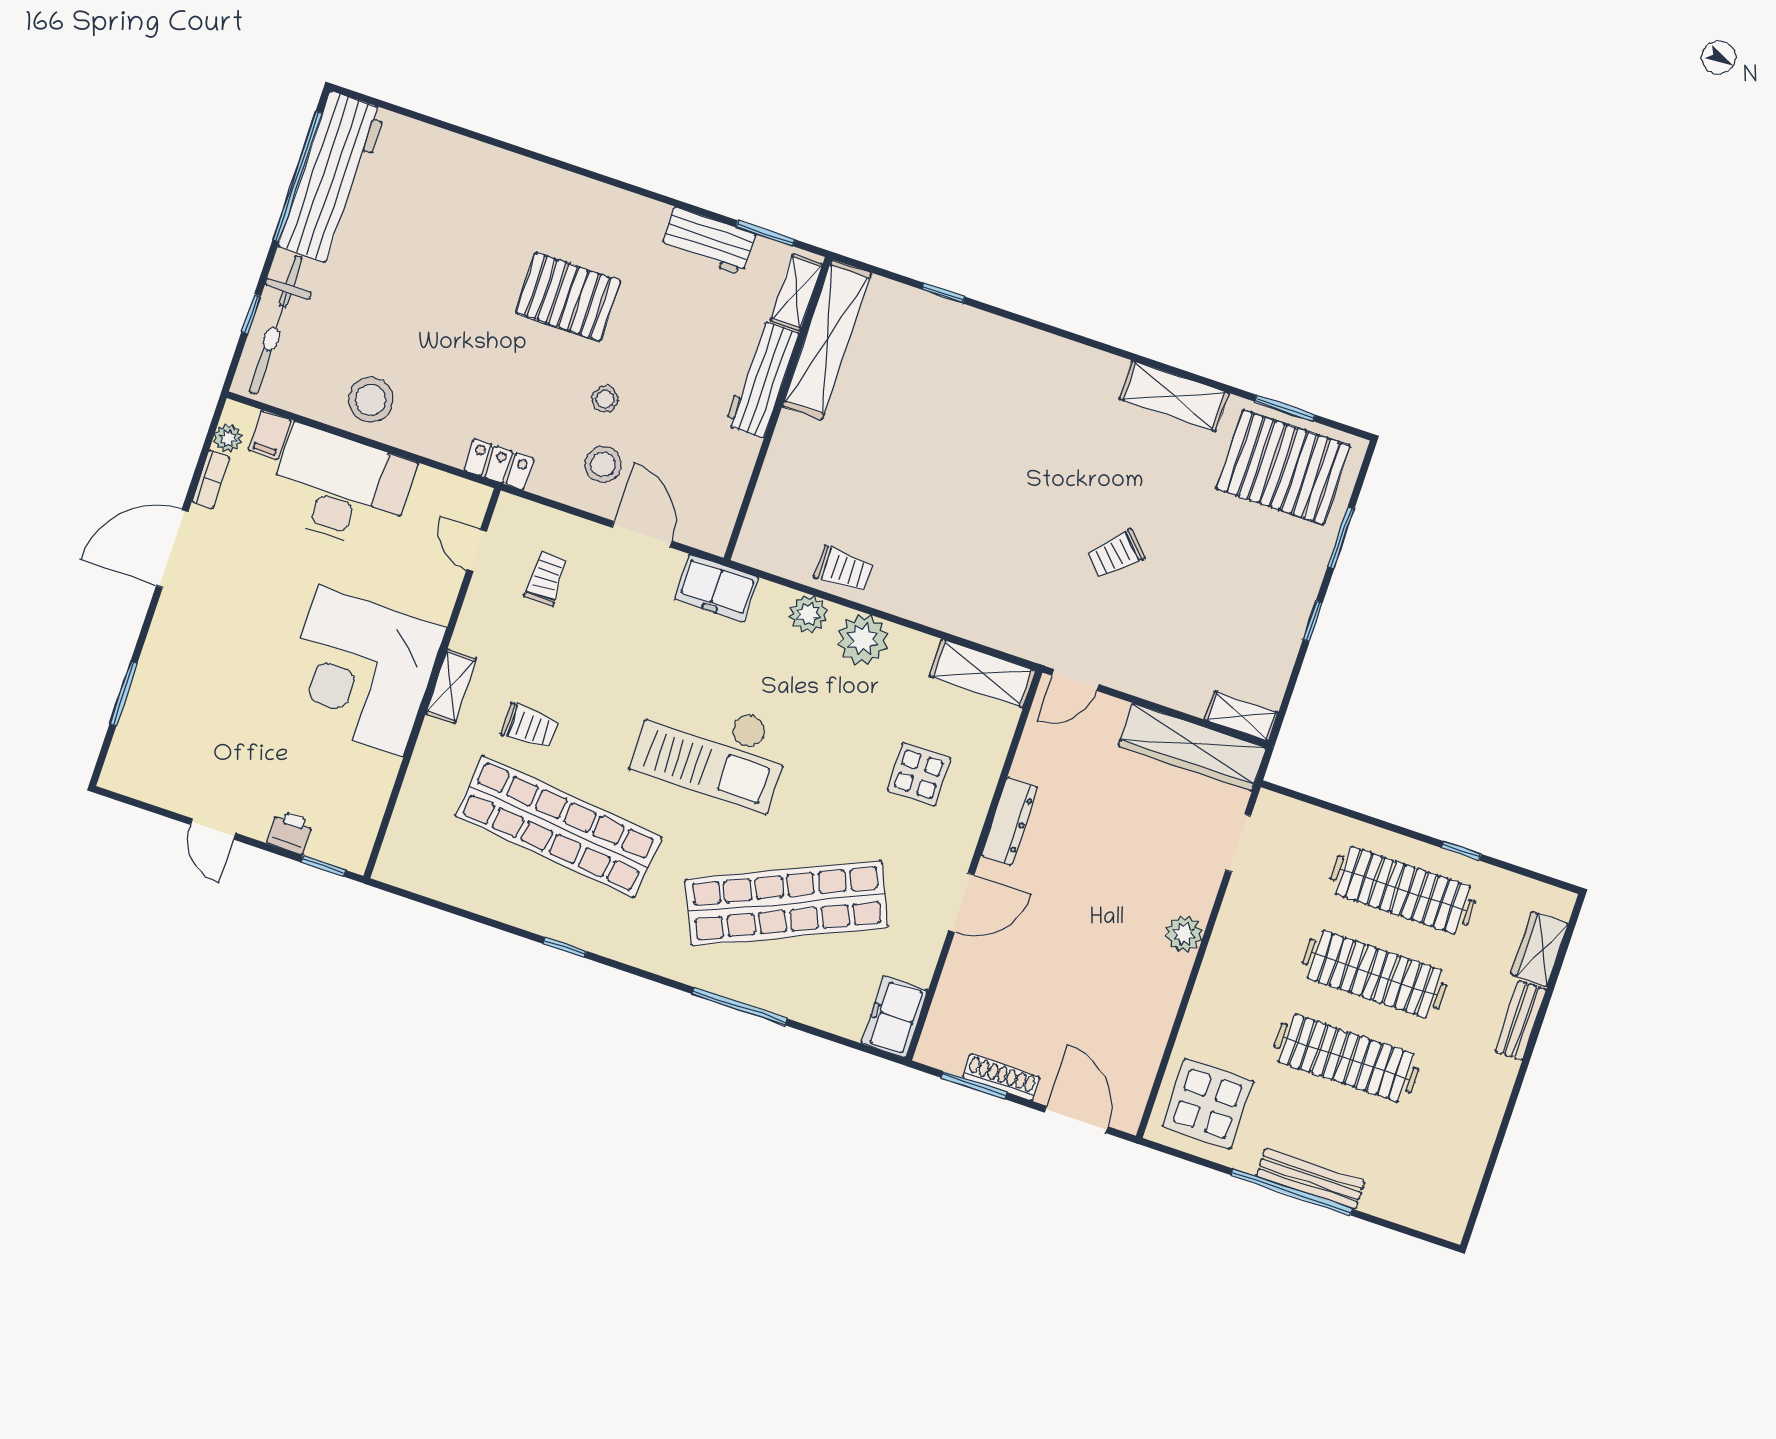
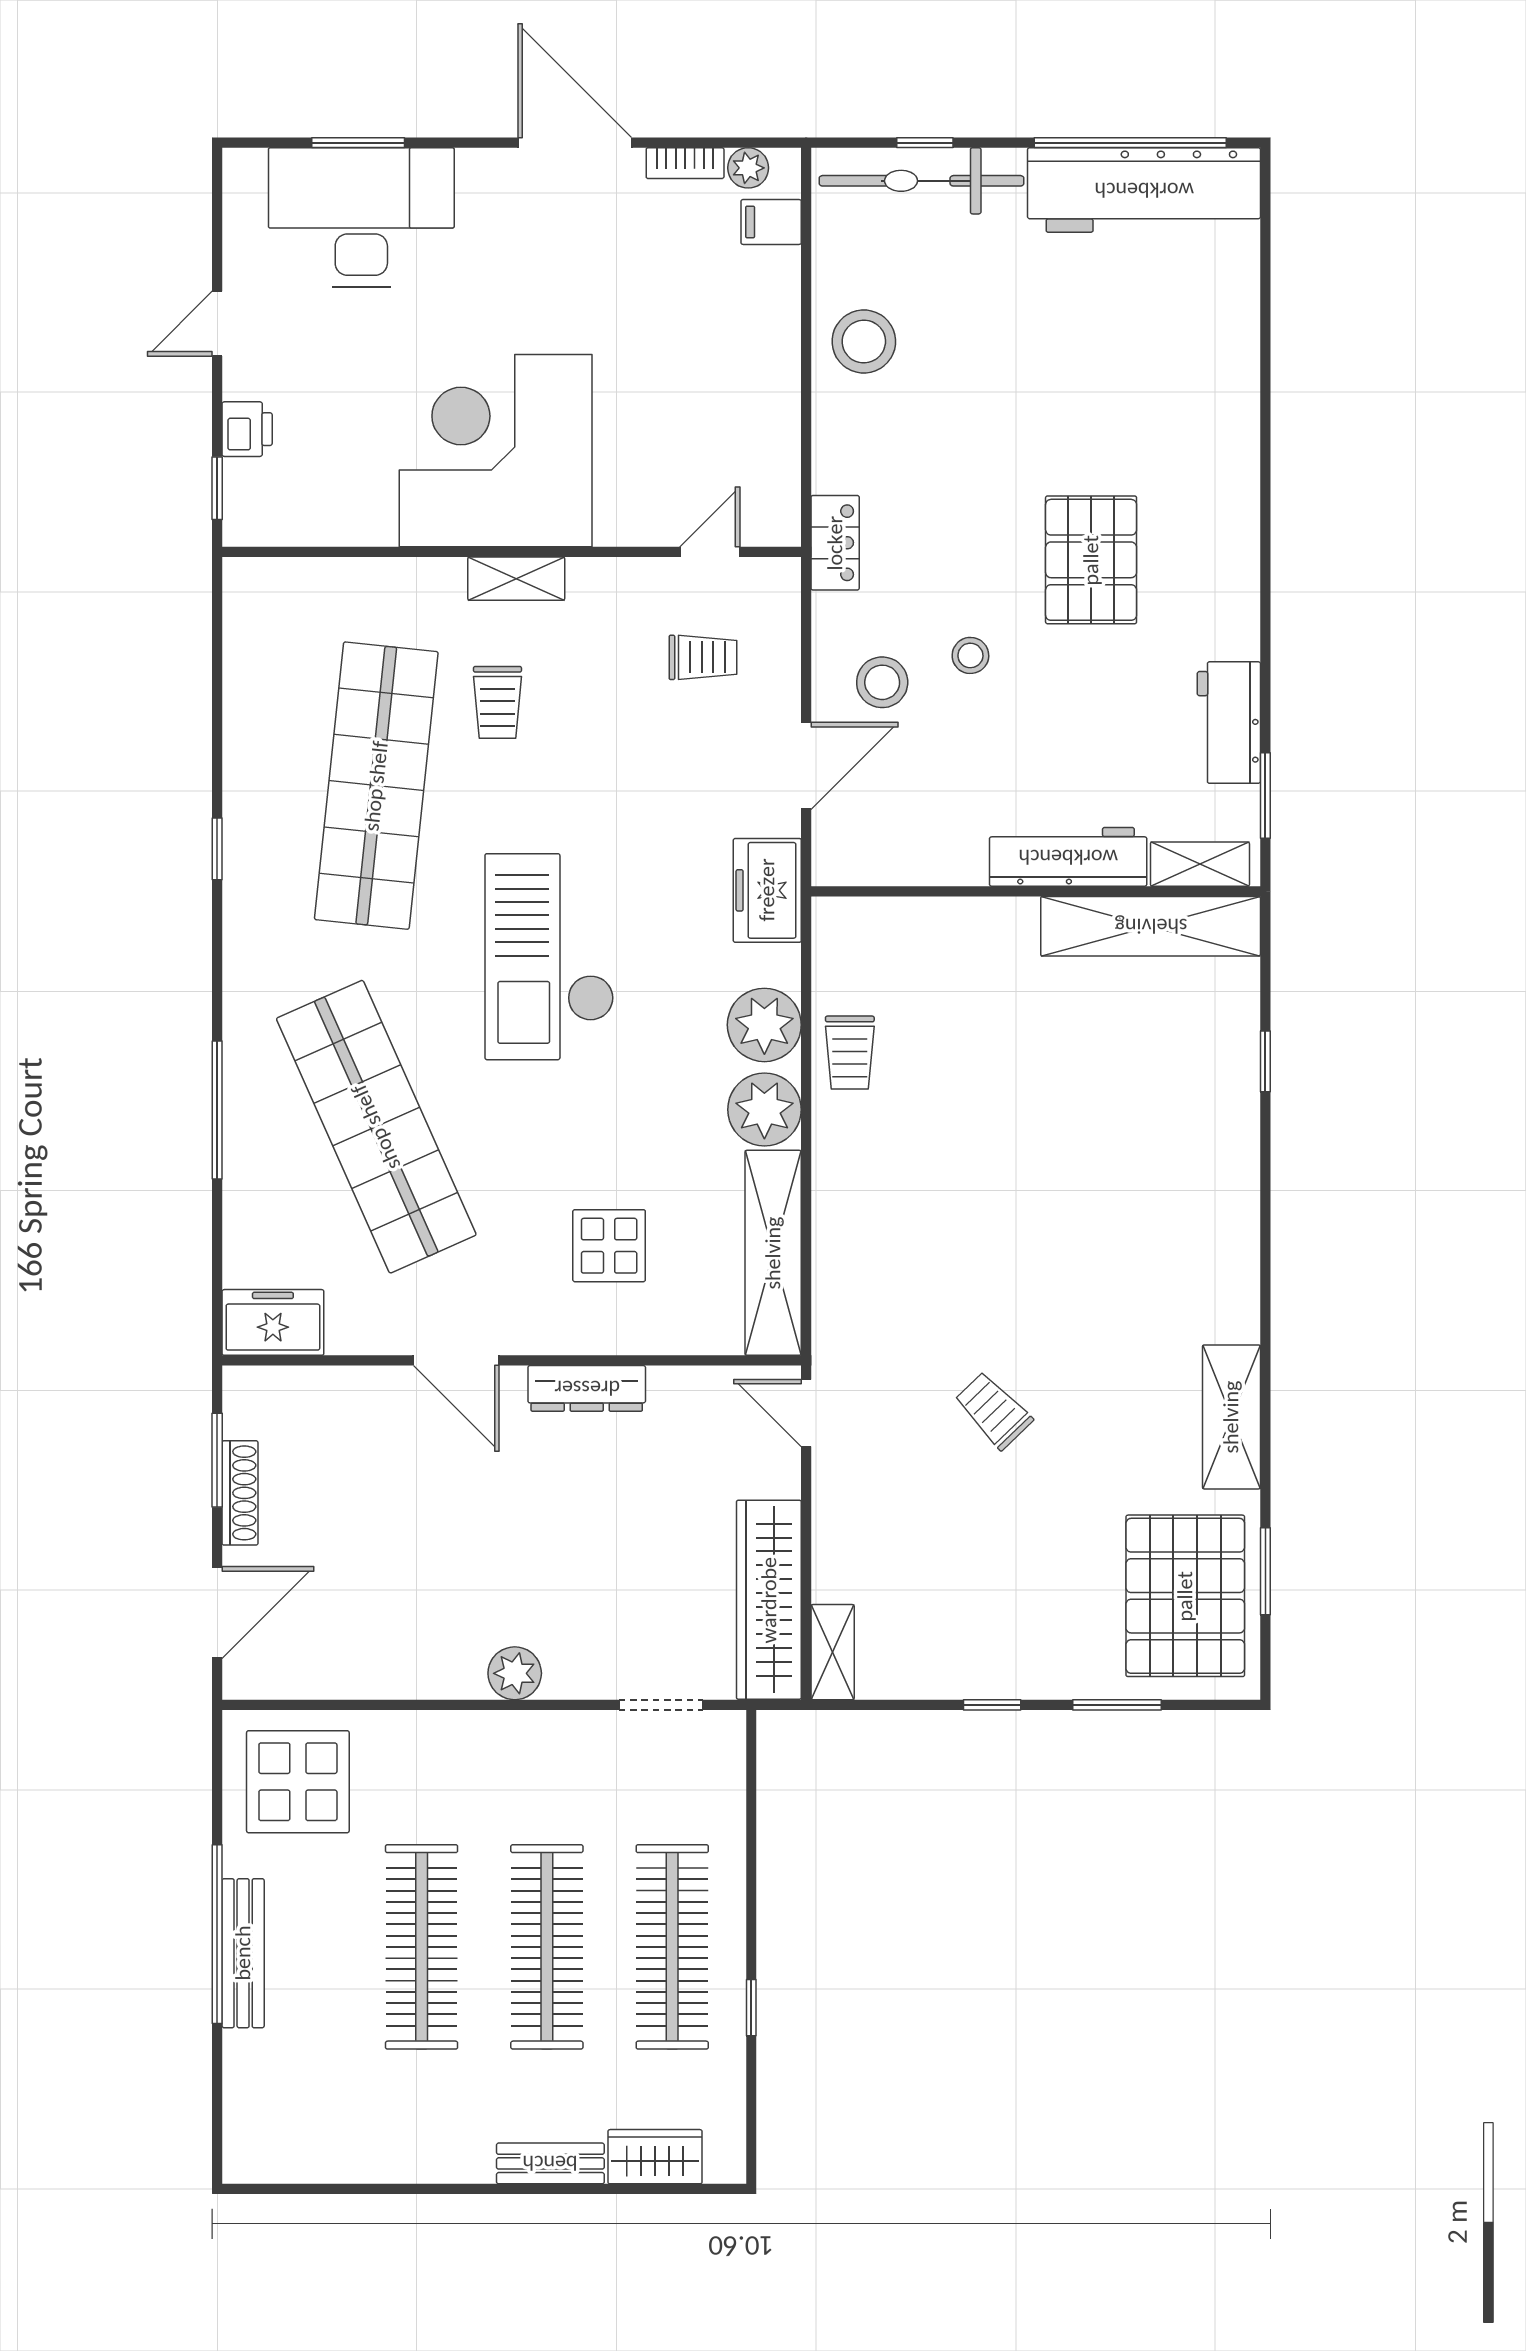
desk: (341, 488) -> (361, 217), moved, turned -90
plant: (808, 614) -> (764, 1025), width x1.36, depth x1.36
shelving: (983, 673) -> (773, 1253), width x1.47

